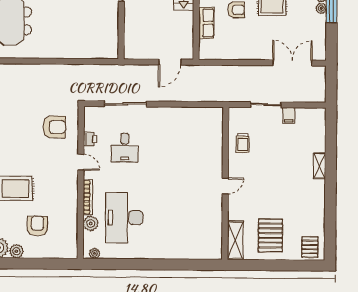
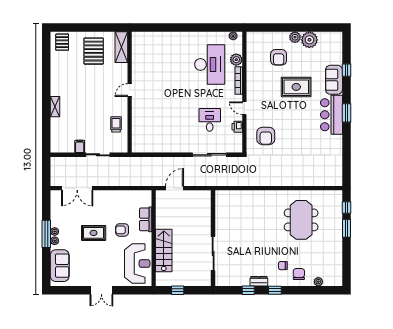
armchair: (54, 127) -> (266, 136), turned -90

